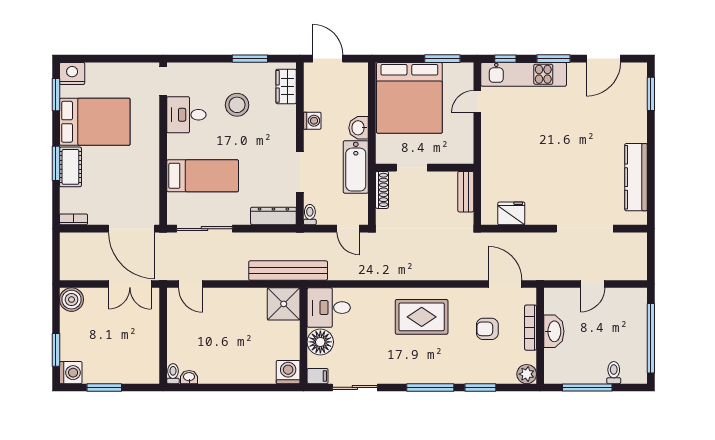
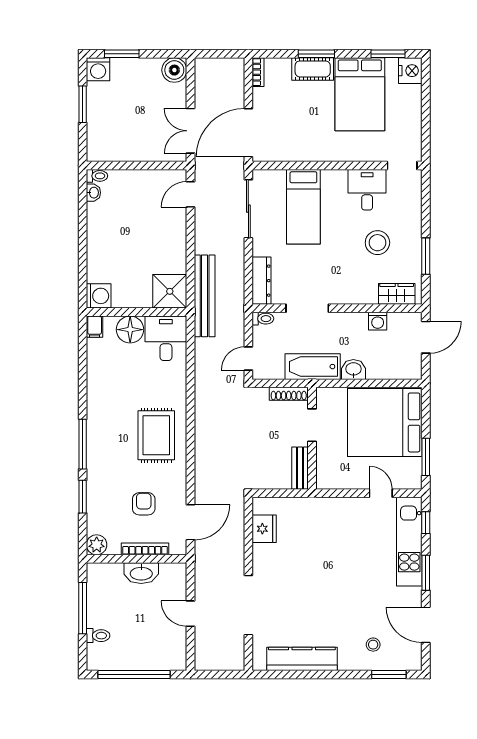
stool: (622, 109) -> (373, 645), added
washing machine: (312, 121) -> (378, 321), moved
bench: (466, 192) -> (300, 468), moved, turned 90
sliding door: (355, 387) -> (83, 366), removed

